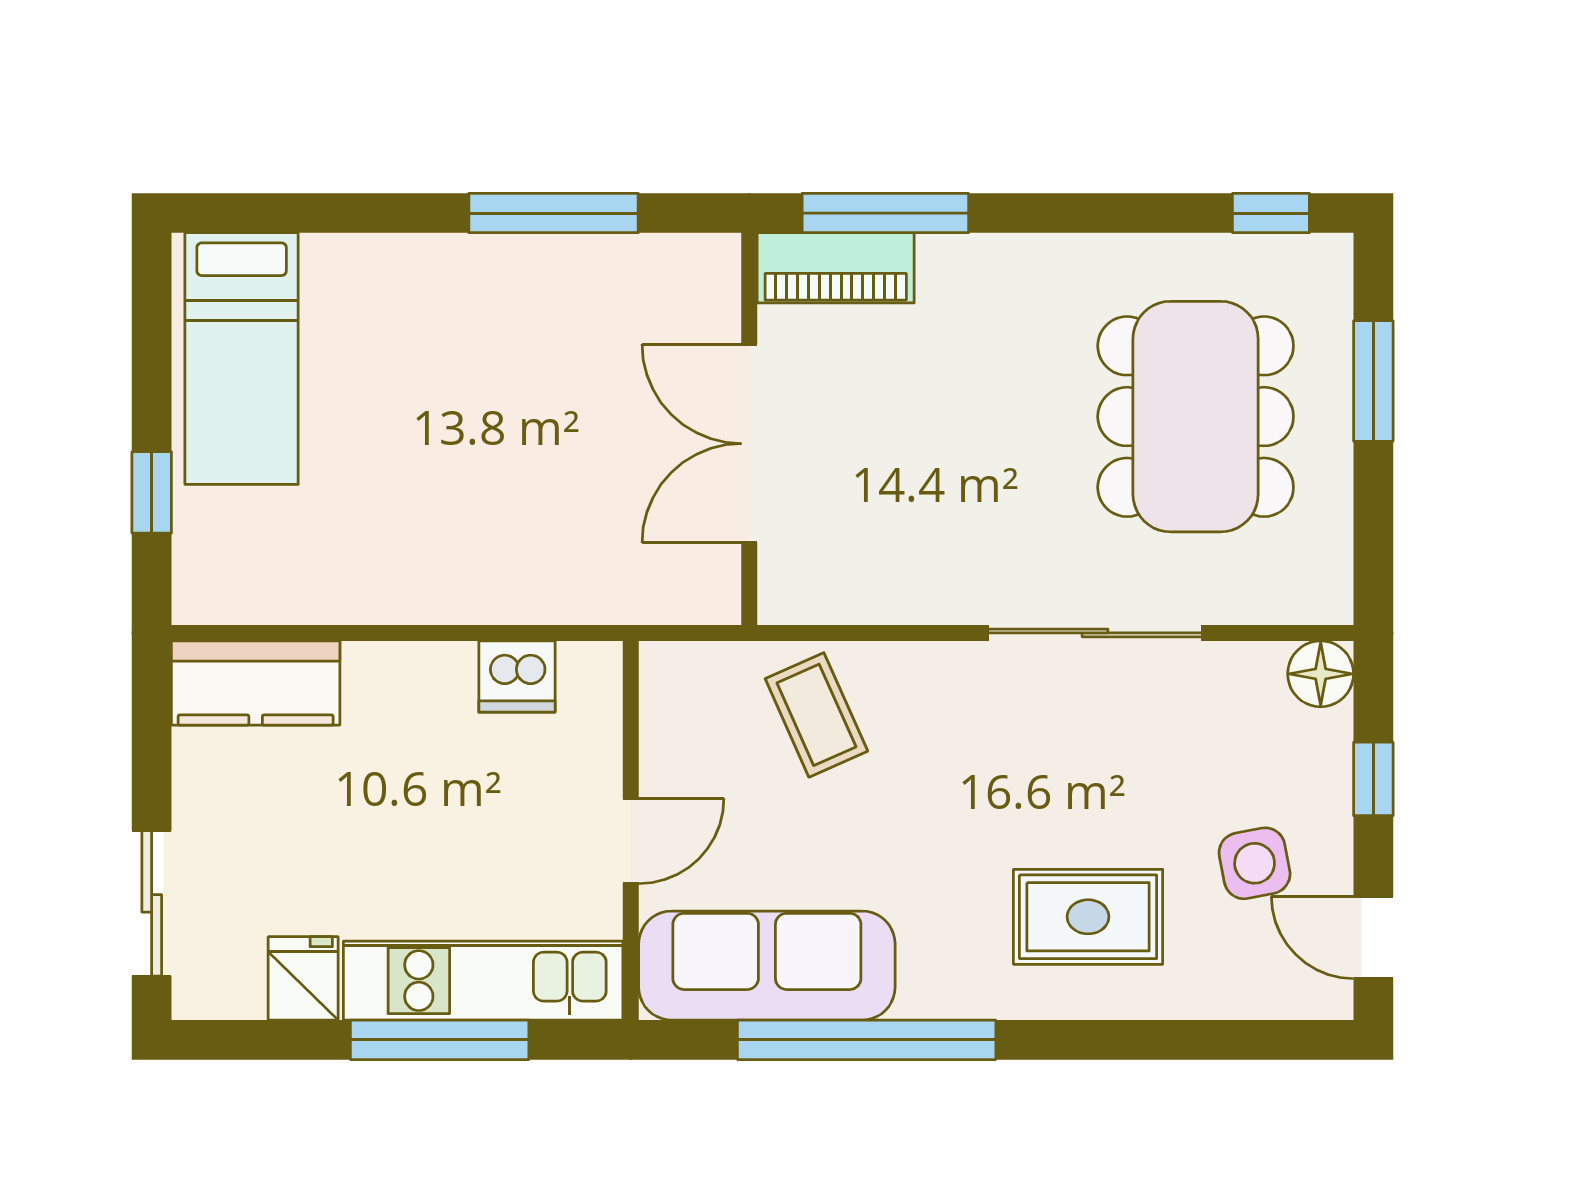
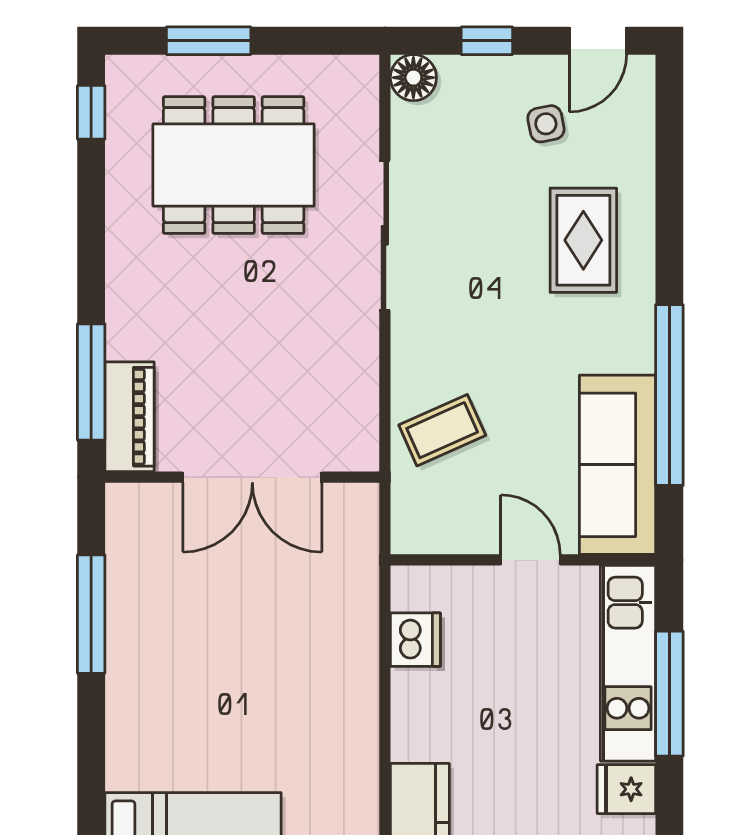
side table: (1255, 863) -> (546, 124), width x0.73, depth x0.73

